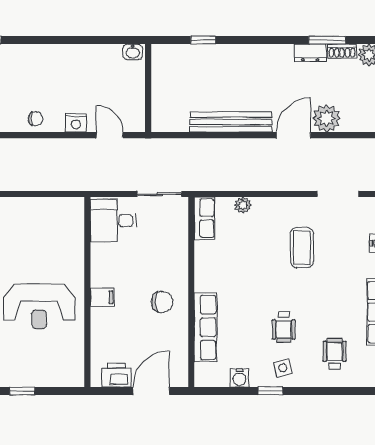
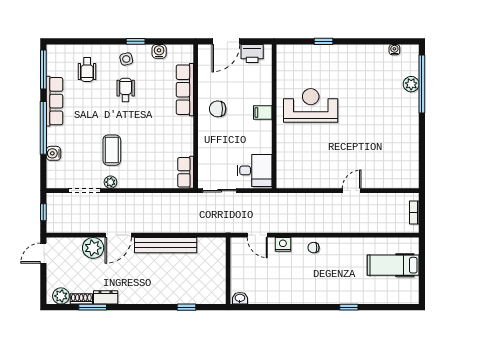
plant: (243, 205) -> (110, 182), moved

